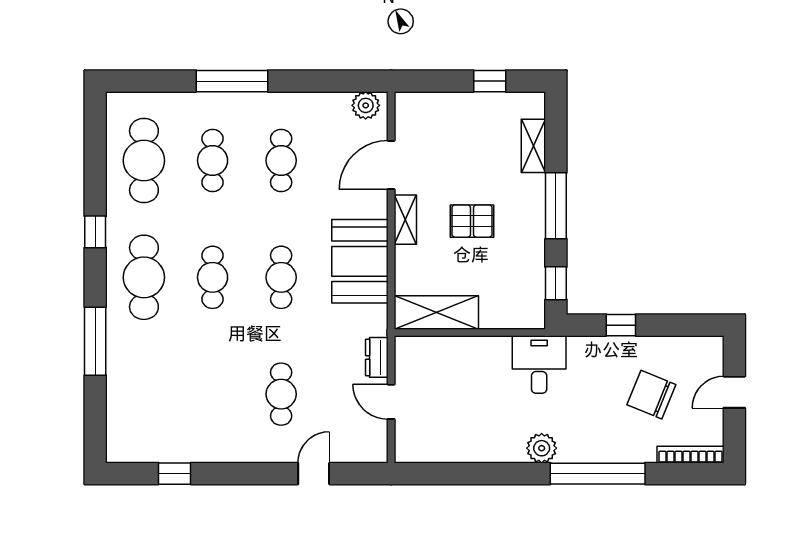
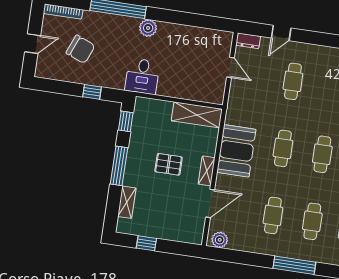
dresser: (377, 357) -> (248, 41), moved, turned 90

